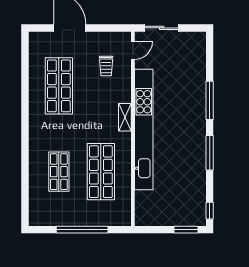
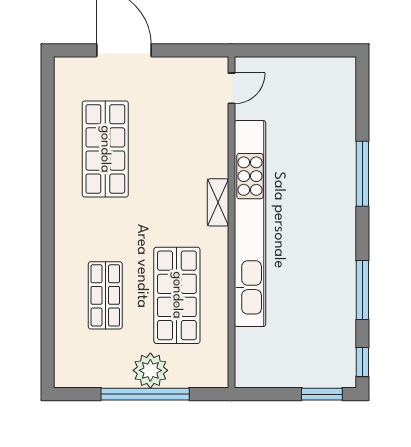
sliding door: (162, 28) -> (280, 50), removed
trolley: (106, 66) -> (186, 115), removed
window: (210, 153) -> (362, 290), moved
plant: (85, 216) -> (150, 370), added

